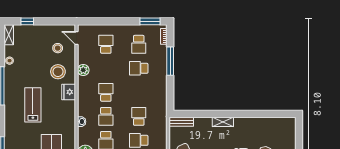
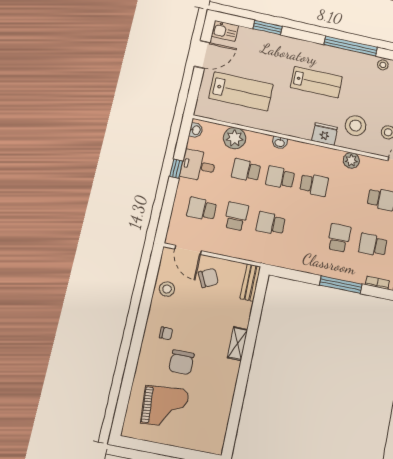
school desk: (139, 116) -> (271, 223), turned 180

